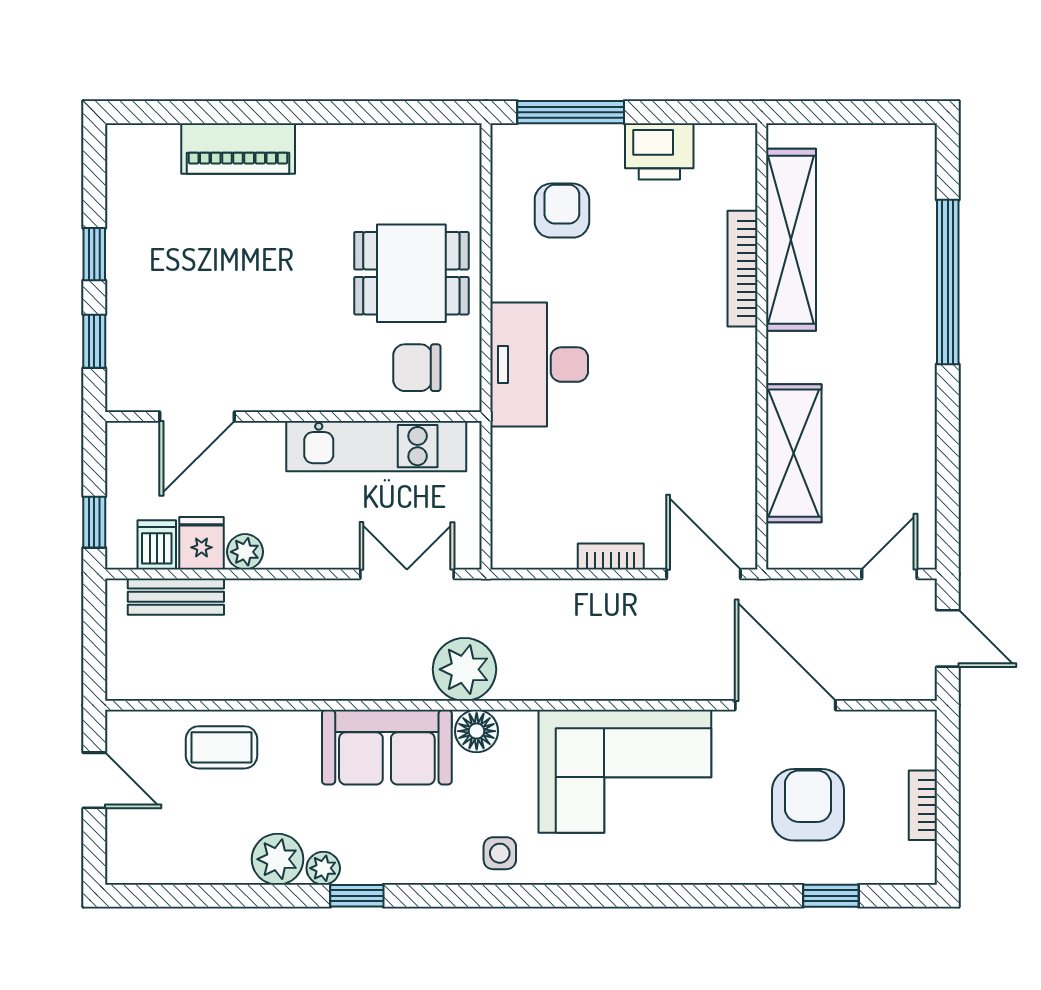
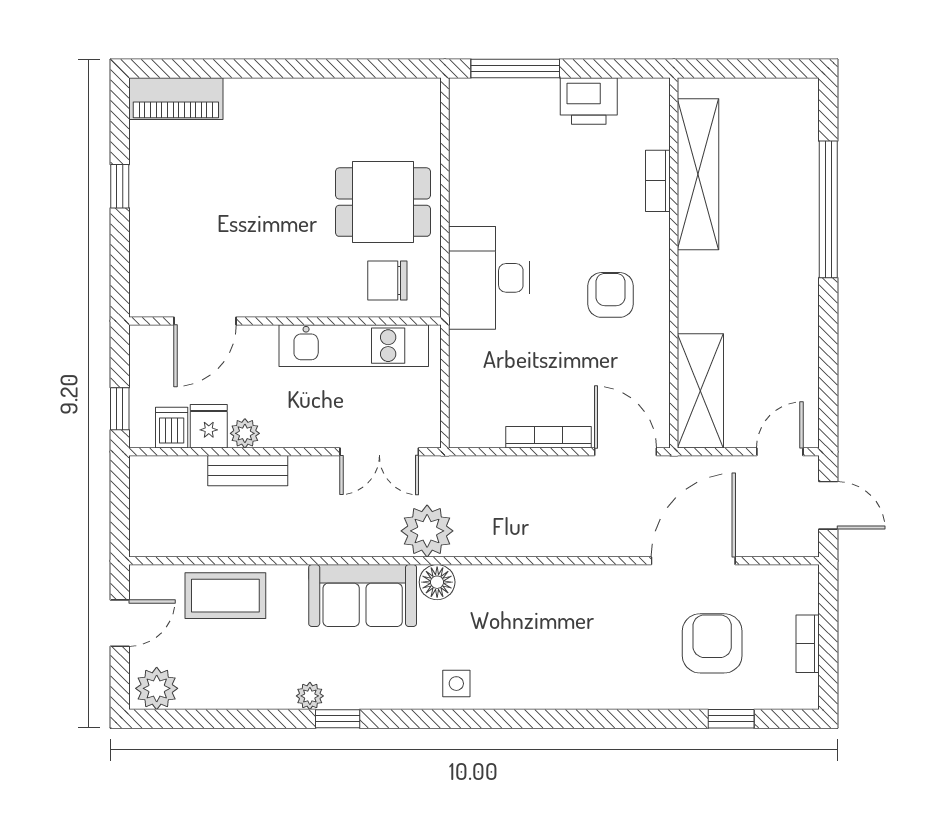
piano: (238, 149) -> (176, 99), moved
armchair: (562, 211) -> (611, 295), moved
bookcase: (743, 269) -> (658, 181), width x0.64
window: (94, 341) -> (120, 259), removed
shelving: (794, 453) -> (700, 391), moved
bookcase: (611, 556) -> (548, 437), width x1.56
double door: (407, 574) -> (379, 452), swing flipped
bench: (176, 597) -> (248, 471), moved
door: (785, 705) -> (693, 561), hinge flipped
coffee table: (222, 747) -> (225, 596), width x1.36, depth x1.30
corner sofa: (625, 771) -> (560, 616), removed
door: (94, 780) -> (120, 623), hinge flipped
plant: (278, 859) -> (157, 688), moved

